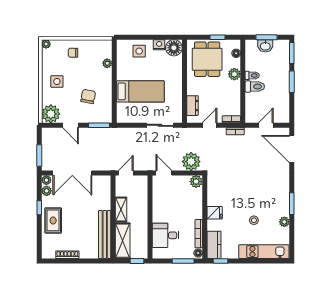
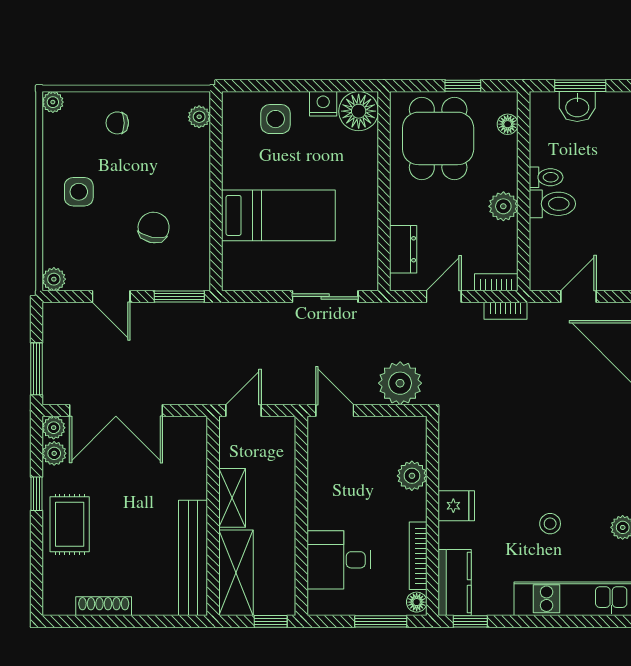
plant: (107, 63) -> (199, 117), moved
plant: (234, 74) -> (503, 206), moved
plant: (51, 114) -> (54, 279), width x0.53, depth x0.53
plant: (196, 182) -> (412, 476), moved

